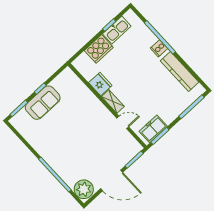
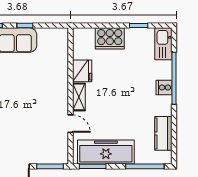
kitchen sink: (117, 30) -> (163, 44), moved, turned 90
kitchen counter: (180, 71) -> (163, 133), width x0.67
freezer: (153, 129) -> (106, 152), width x1.91, depth x1.26

